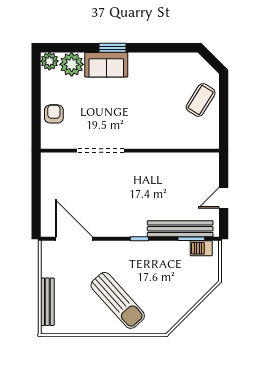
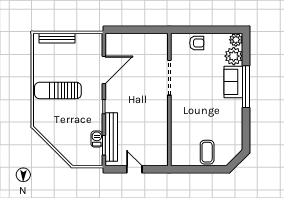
window: (113, 48) -> (246, 87), width x2.11
coffee table: (201, 100) -> (207, 152), turned 58
door: (74, 239) -> (104, 70), moved
barbecue: (201, 248) -> (97, 139), moved
sun lounger: (118, 300) -> (58, 90), turned 42

